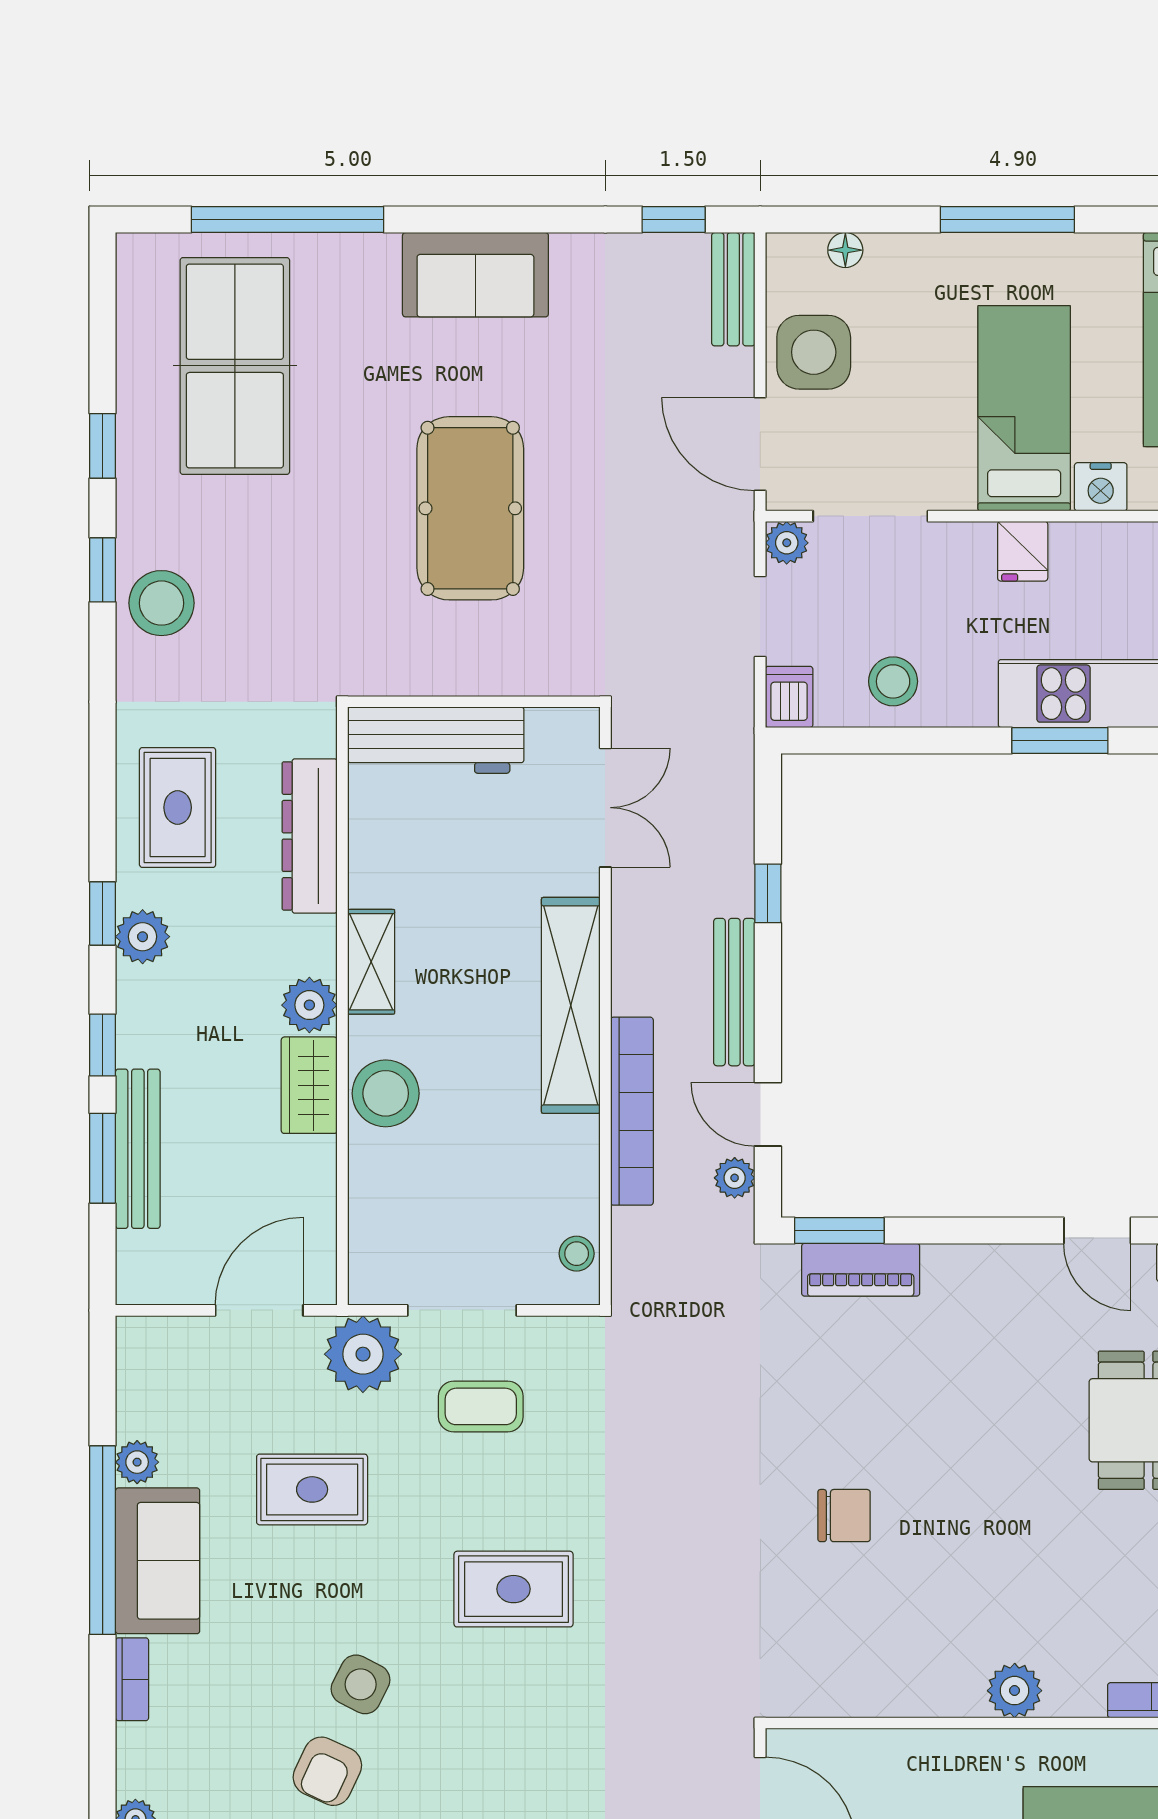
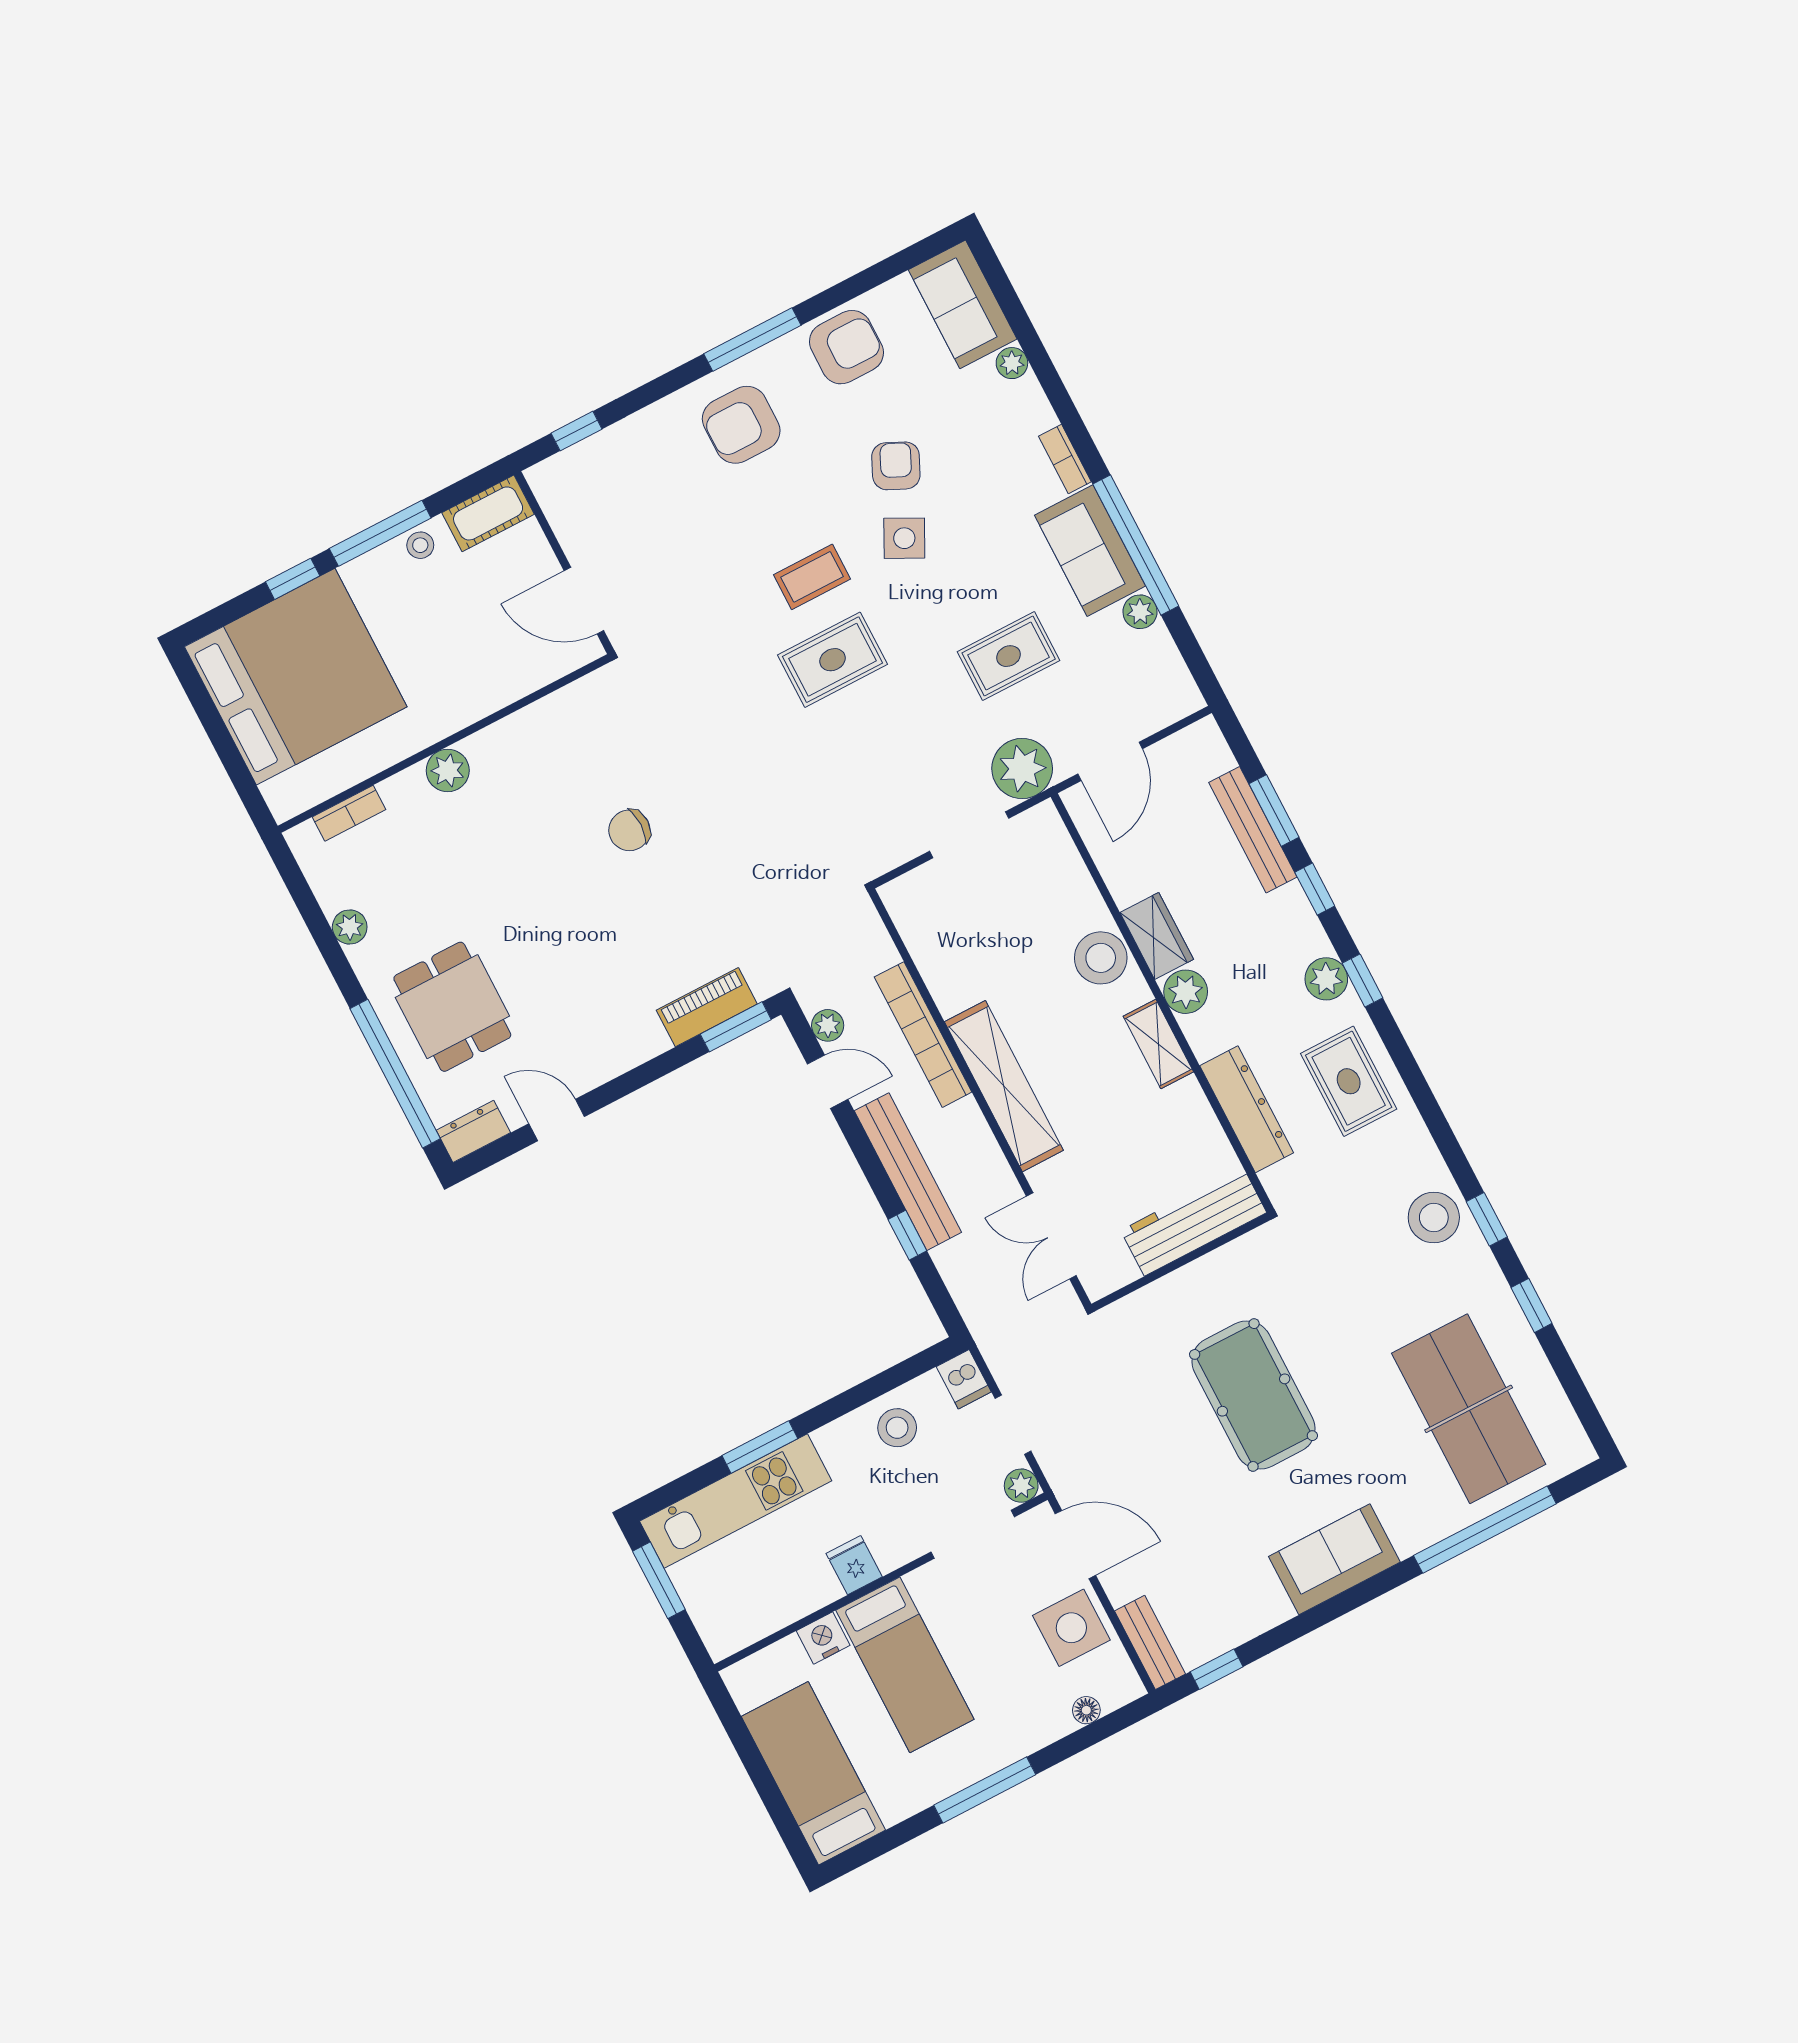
bench: (734, 992) -> (908, 1172), width x1.37, depth x1.21
stool: (577, 1254) -> (910, 916), removed
coffee table: (481, 1406) -> (812, 577), moved

